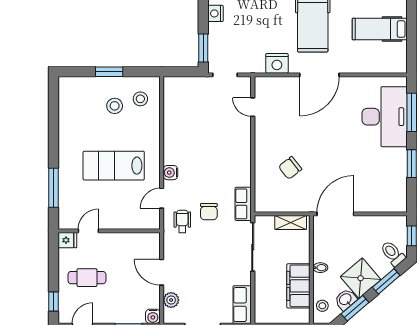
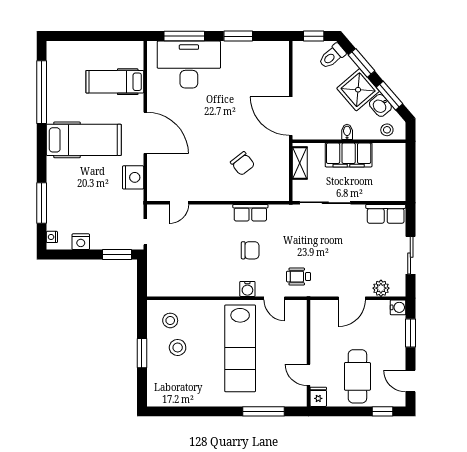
hospital bed: (380, 29) -> (115, 82), moved, turned 90
lab bench: (114, 166) -> (240, 348), width x1.36
row of seats: (243, 204) -> (250, 213), moved
chair: (209, 212) -> (250, 250), moved
cafe table: (87, 278) -> (357, 376), width x1.37, depth x1.35
filing cabinet: (298, 286) -> (349, 155), moved

